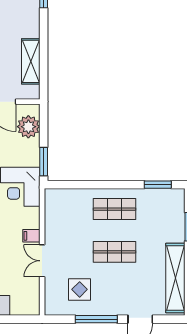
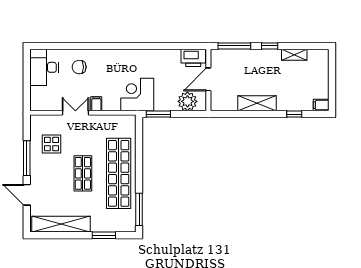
shelving: (31, 61) -> (257, 103), moved
window: (158, 185) -> (139, 209), width x1.44
shop shelf: (115, 209) -> (119, 173), width x2.00, depth x1.36

